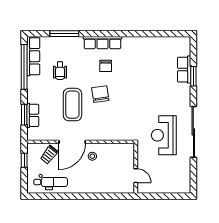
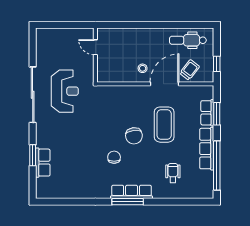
window: (64, 34) -> (128, 202), moved
row of seats: (33, 56) -> (207, 149), moved
chair: (106, 66) -> (114, 157), moved
wheelchair: (60, 71) -> (173, 173), moved

